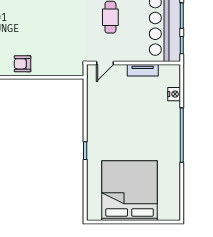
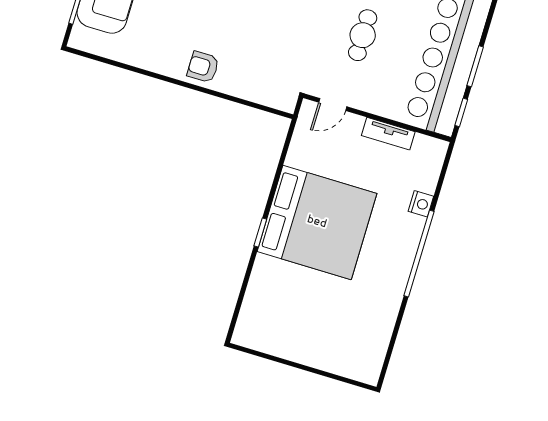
nightstand: (174, 94) -> (421, 204), moved
bed: (130, 191) -> (317, 222), moved, turned 90

